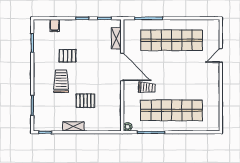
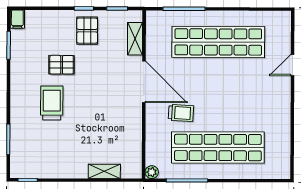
filing cabinet: (55, 26) -> (17, 19), moved
pallet: (85, 101) -> (87, 31), moved, turned 90
shelving: (73, 126) -> (104, 171), moved

